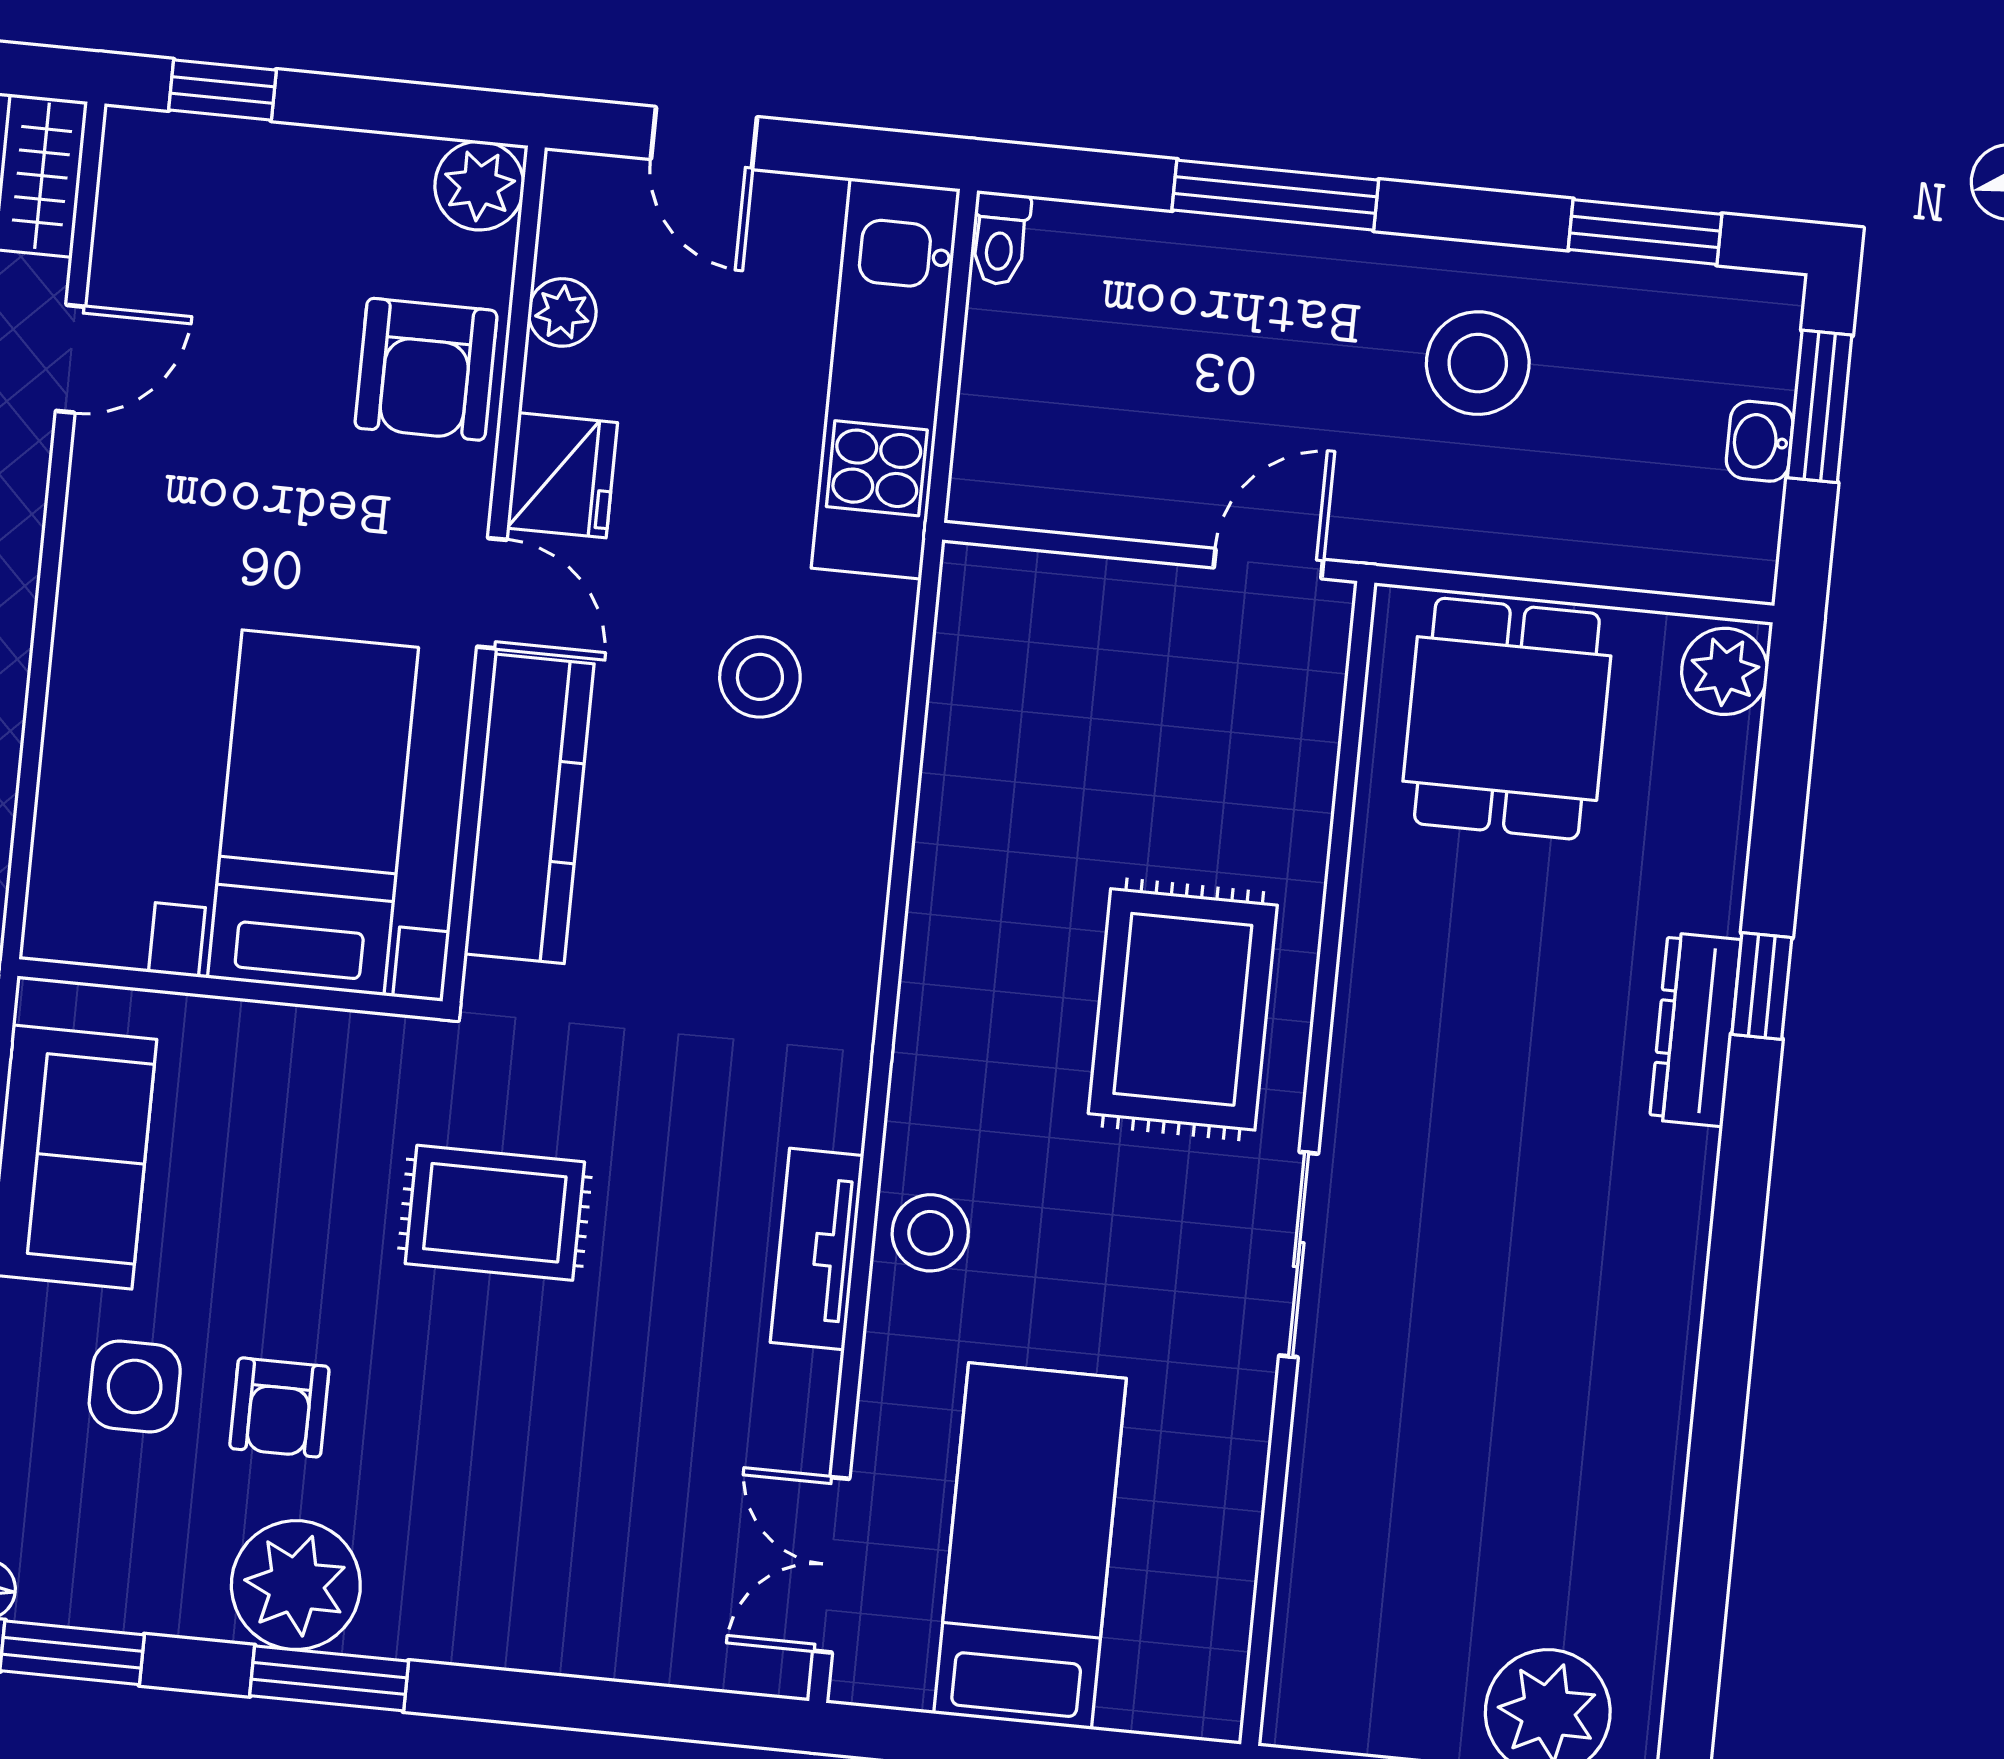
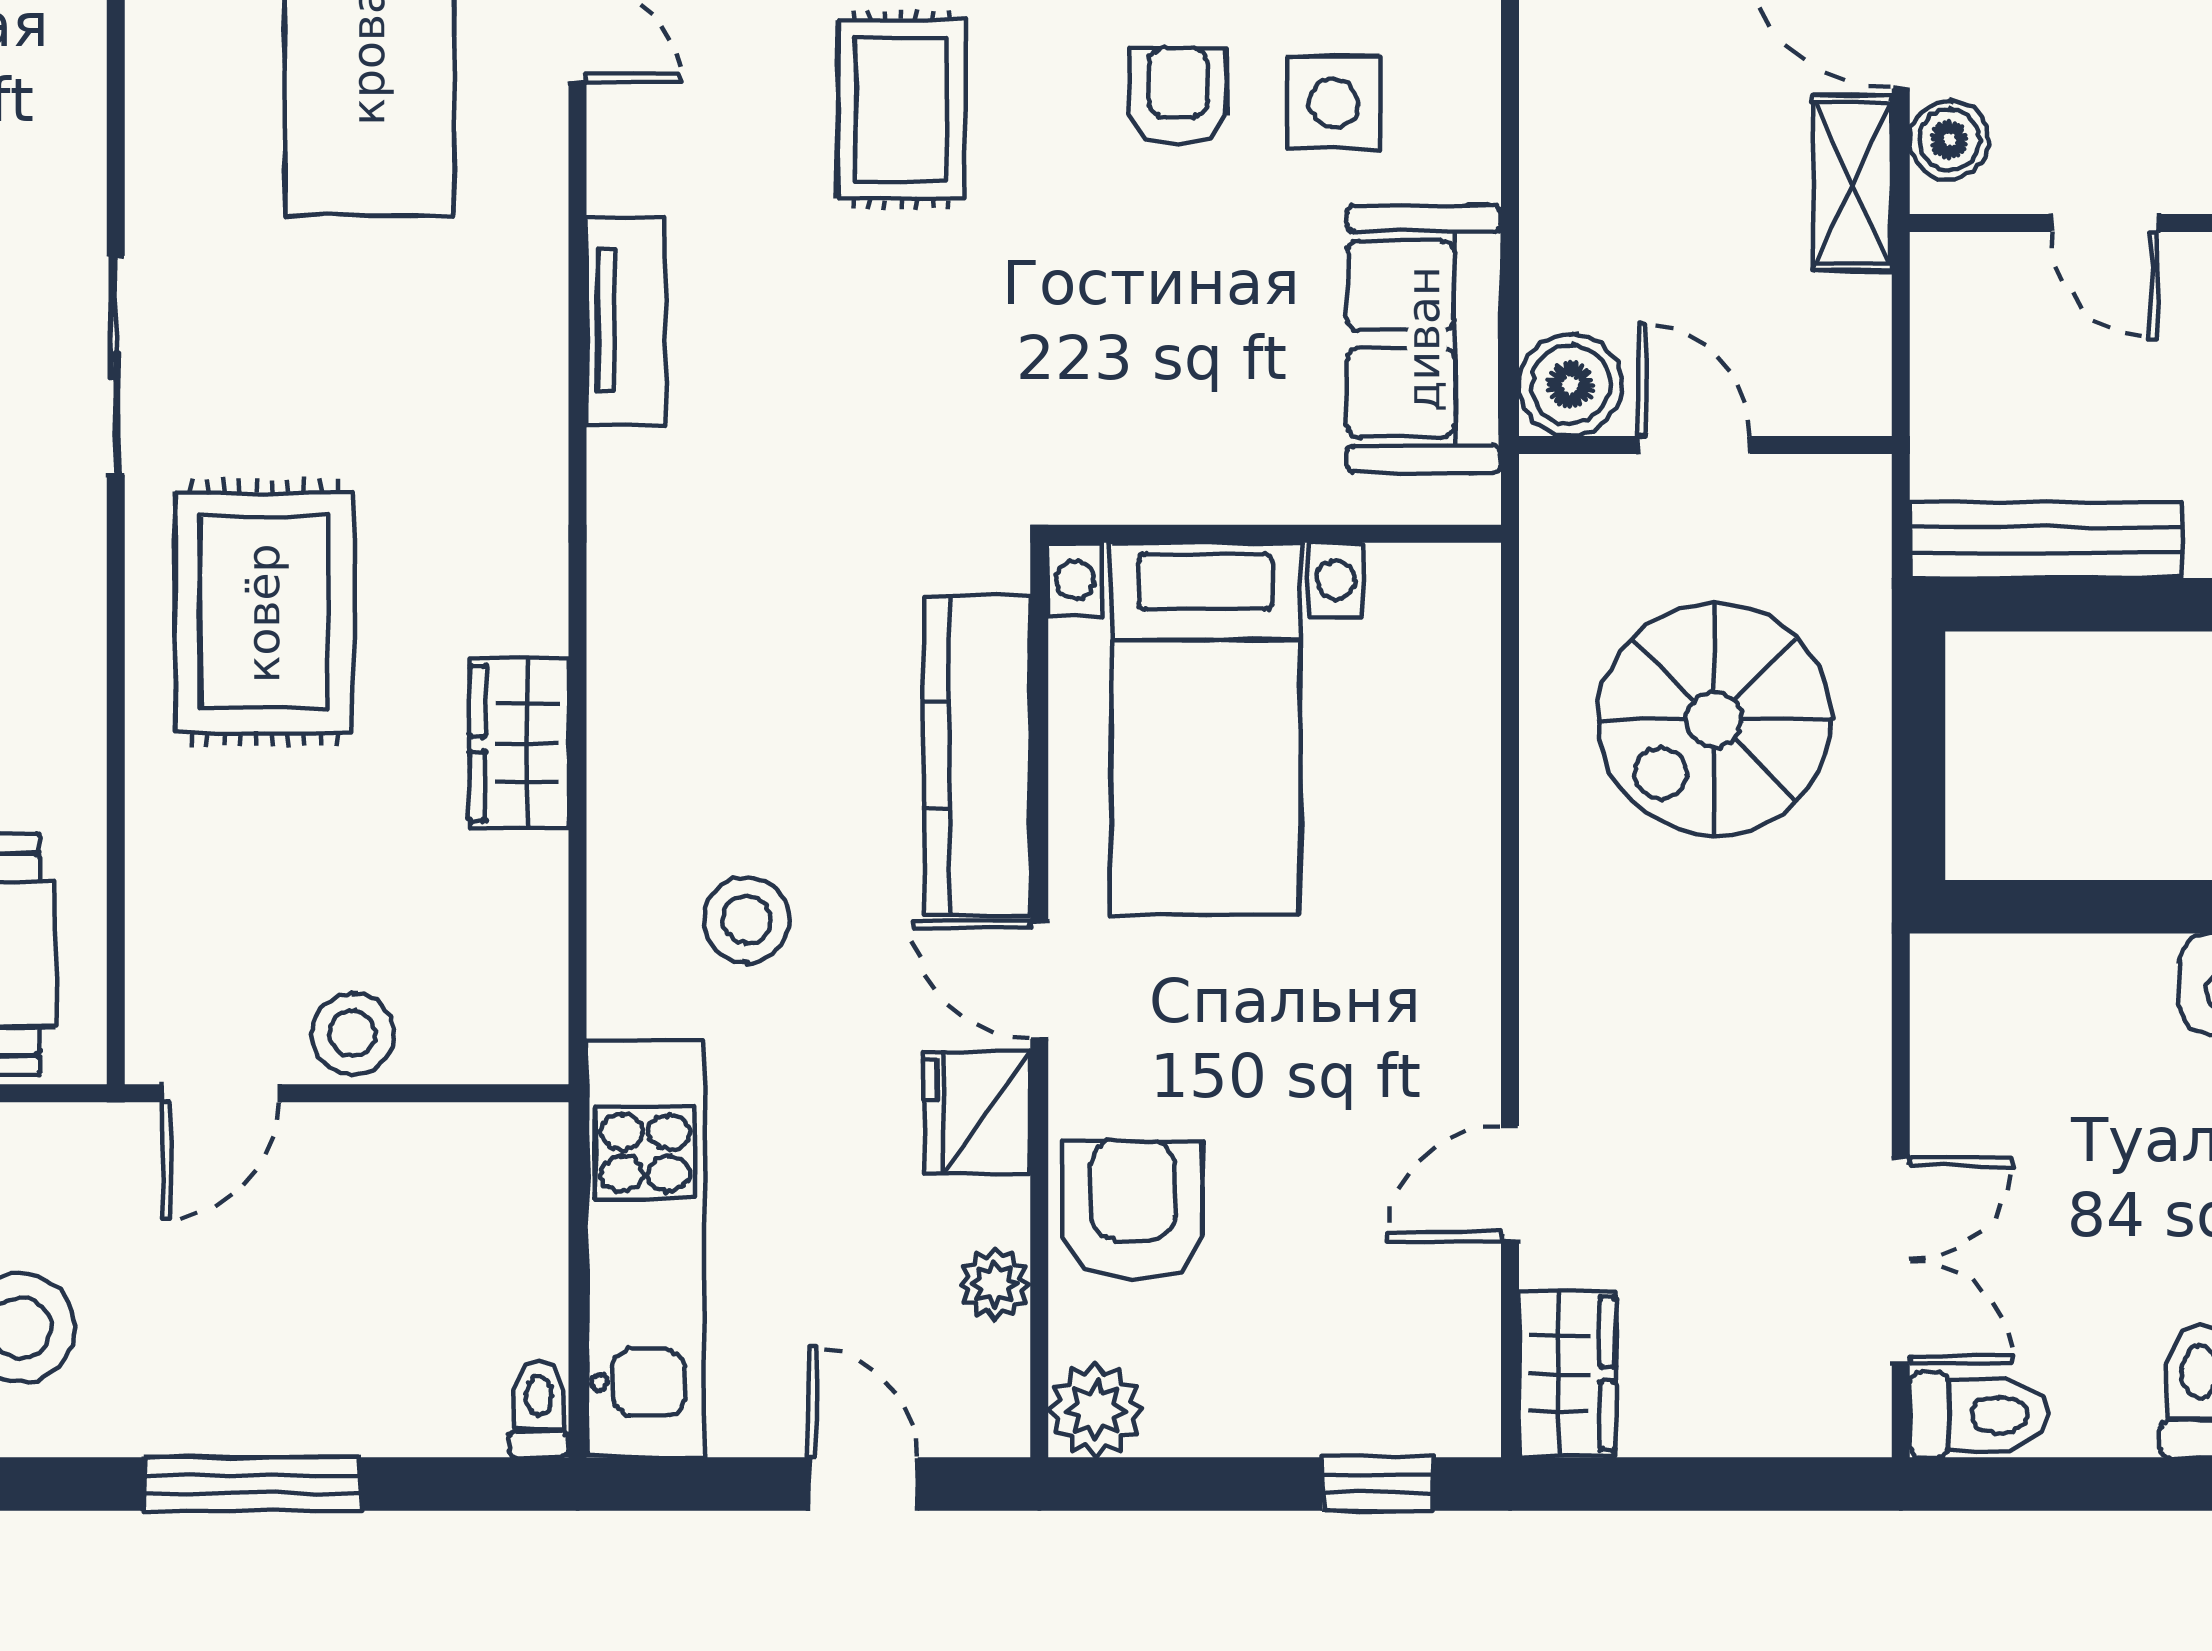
wardrobe: (956, 863) -> (519, 743), added
rug: (495, 1213) -> (901, 109), moved, turned 90
stool: (930, 1233) -> (353, 1034), moved

